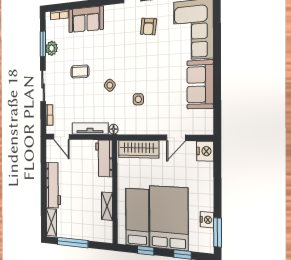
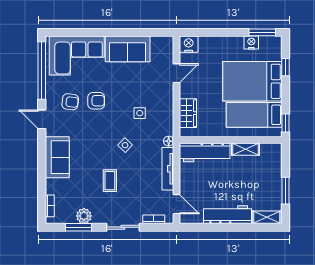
sofa: (86, 19) -> (57, 157), moved
armchair: (150, 54) -> (96, 101), added
door: (61, 137) -> (177, 204), hinge flipped
door: (176, 138) -> (177, 73), hinge flipped
wardrobe: (139, 149) -> (188, 113), width x0.67
workbench: (104, 158) -> (205, 152), width x1.38
window: (73, 243) -> (286, 191), width x0.69
window: (145, 250) -> (286, 123), moved

